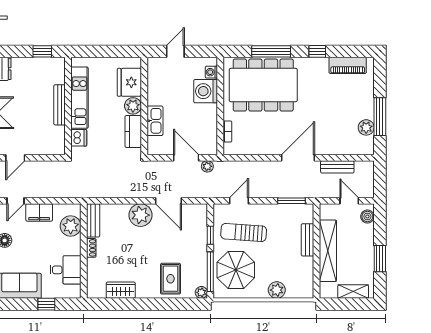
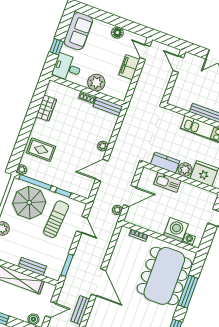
dishwasher: (79, 138) -> (176, 119), removed
plant: (140, 215) -> (103, 146), width x0.53, depth x0.53
plant: (71, 226) -> (96, 83), moved
desk: (66, 270) -> (67, 68), moved, turned 90

